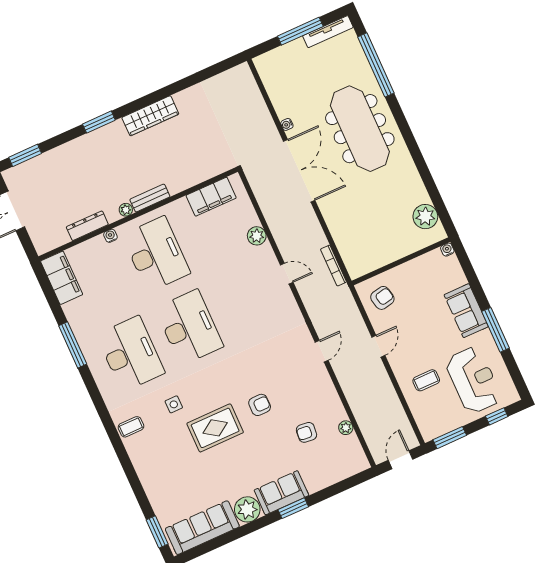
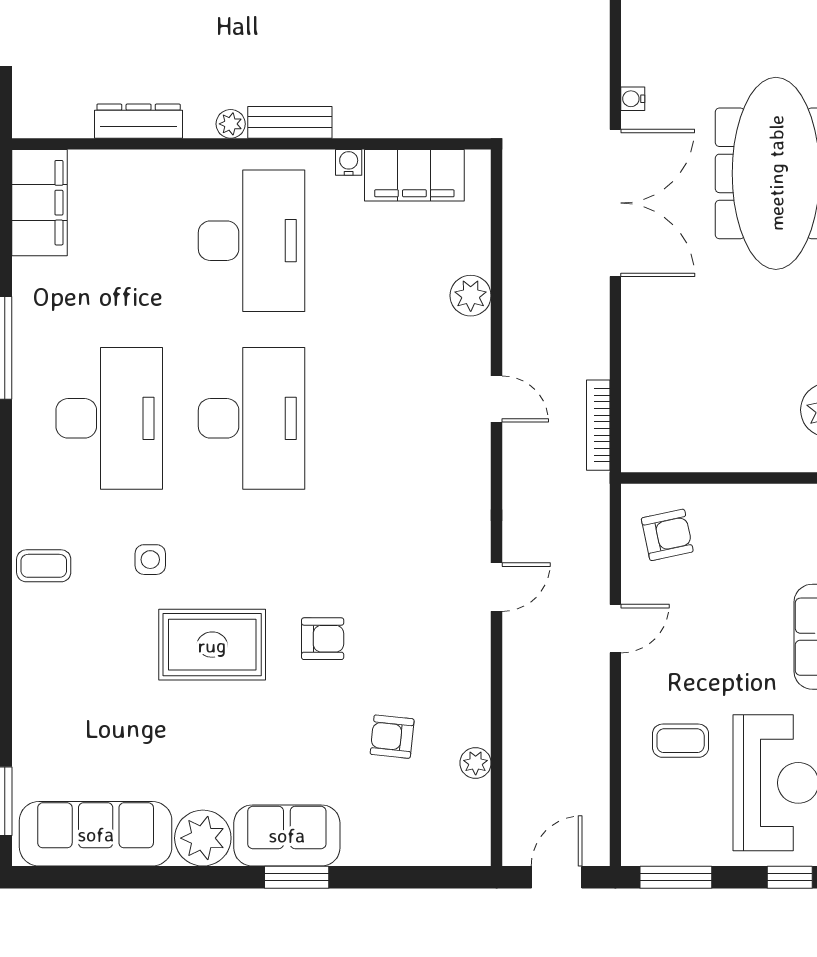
water cooler: (110, 236) -> (349, 162), moved

